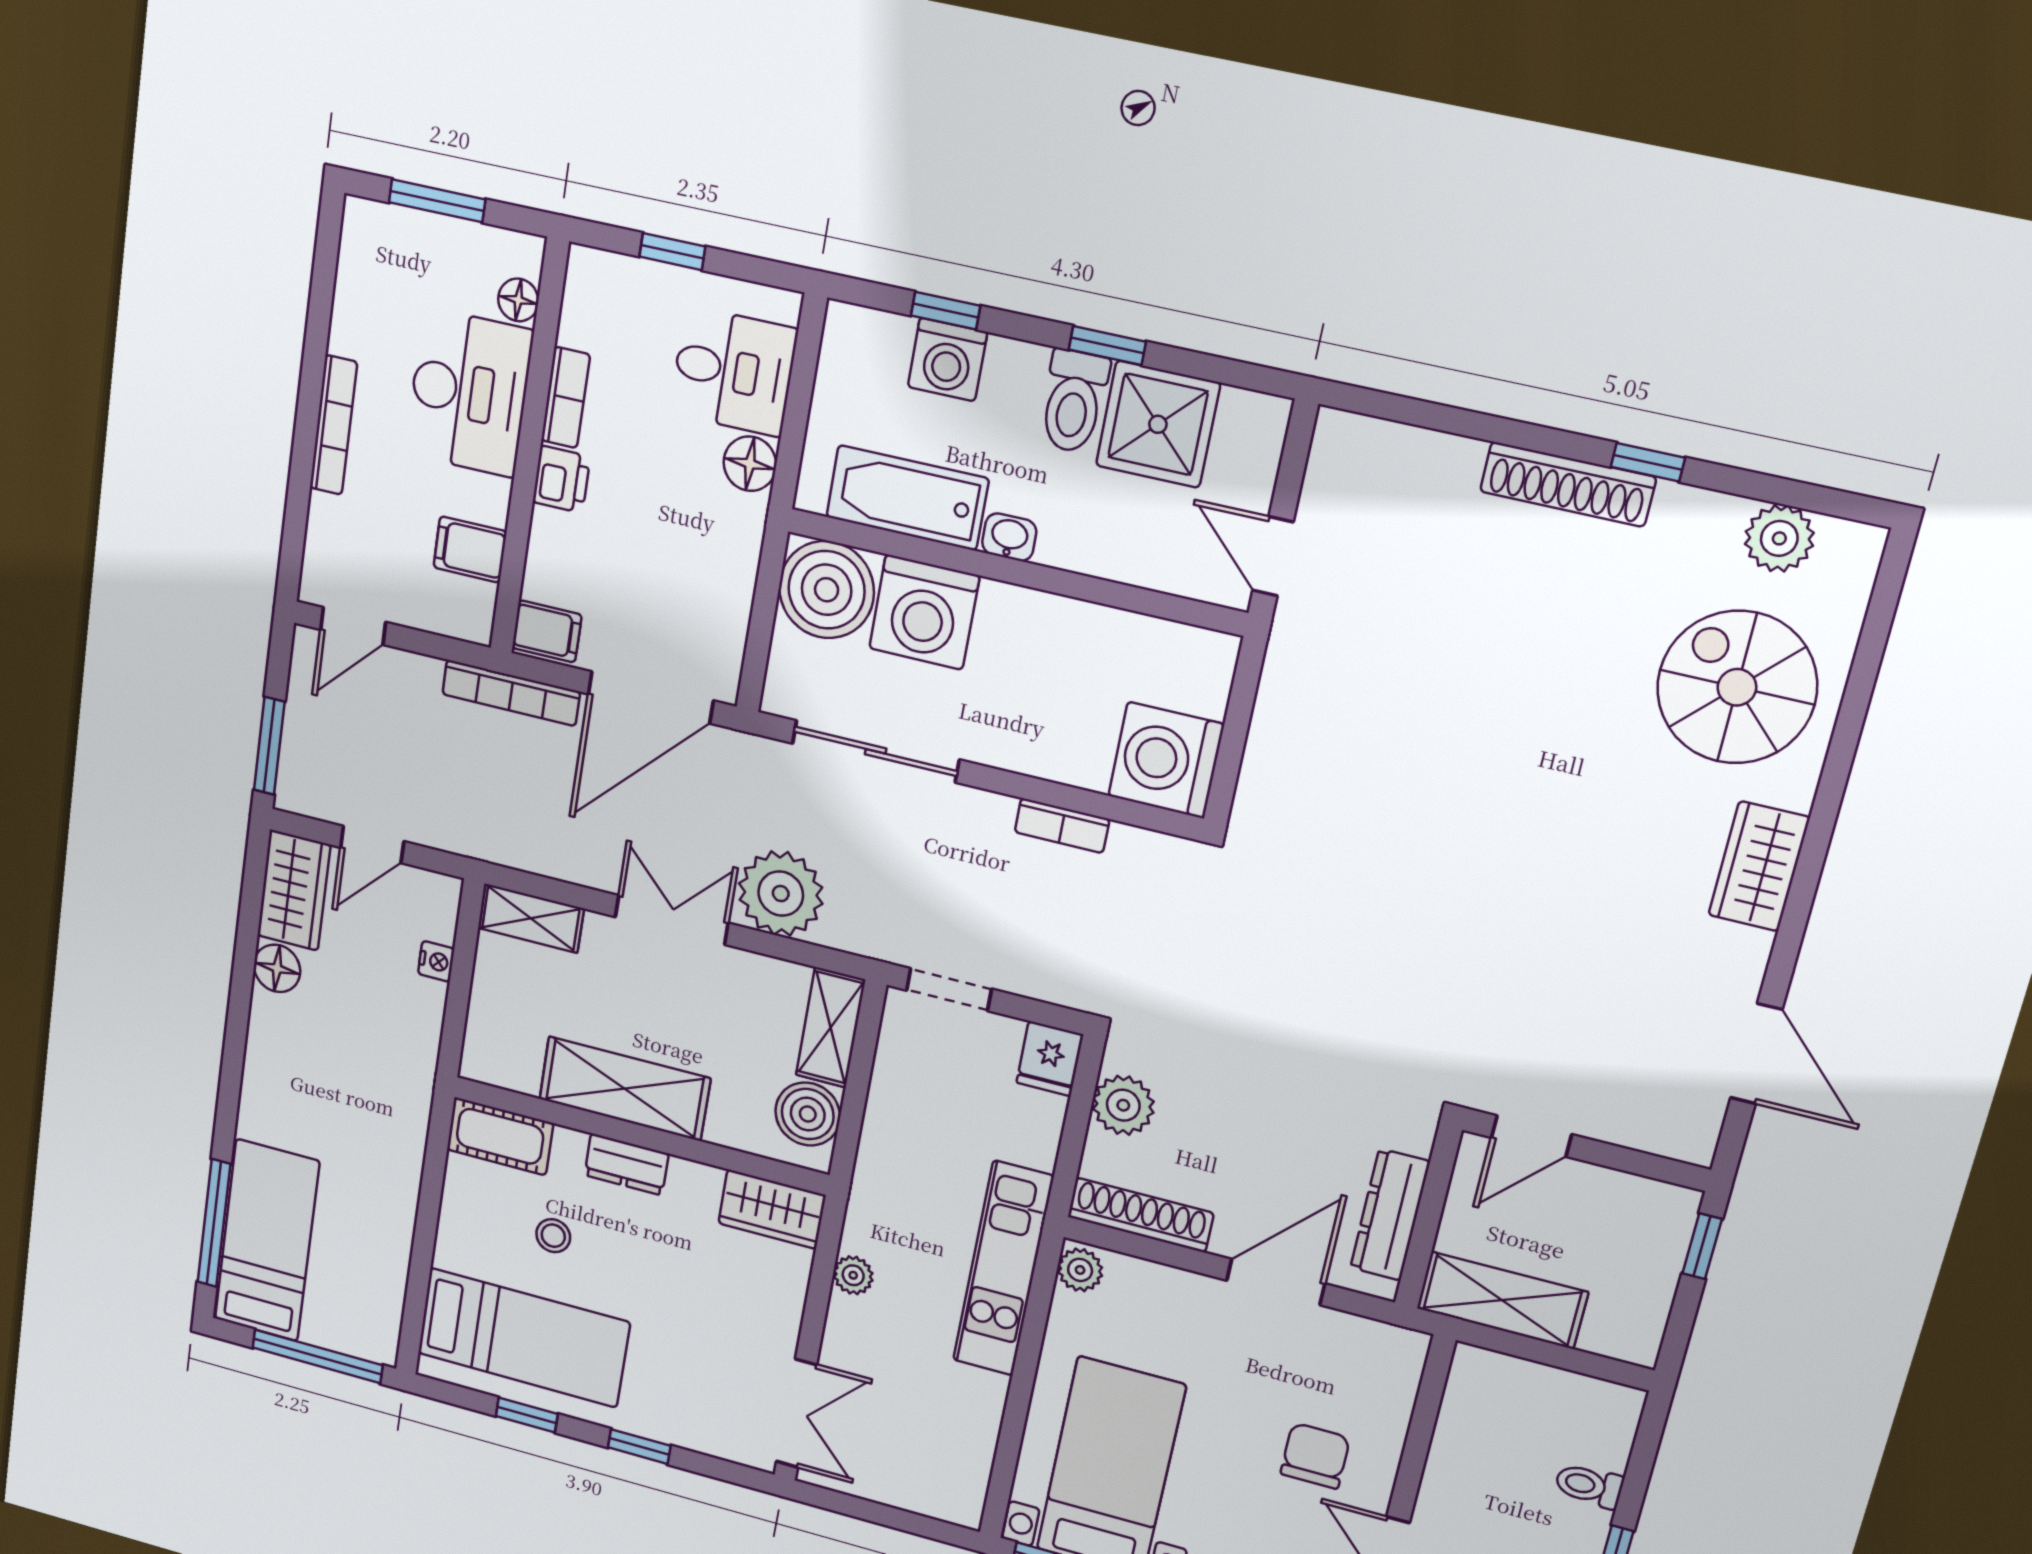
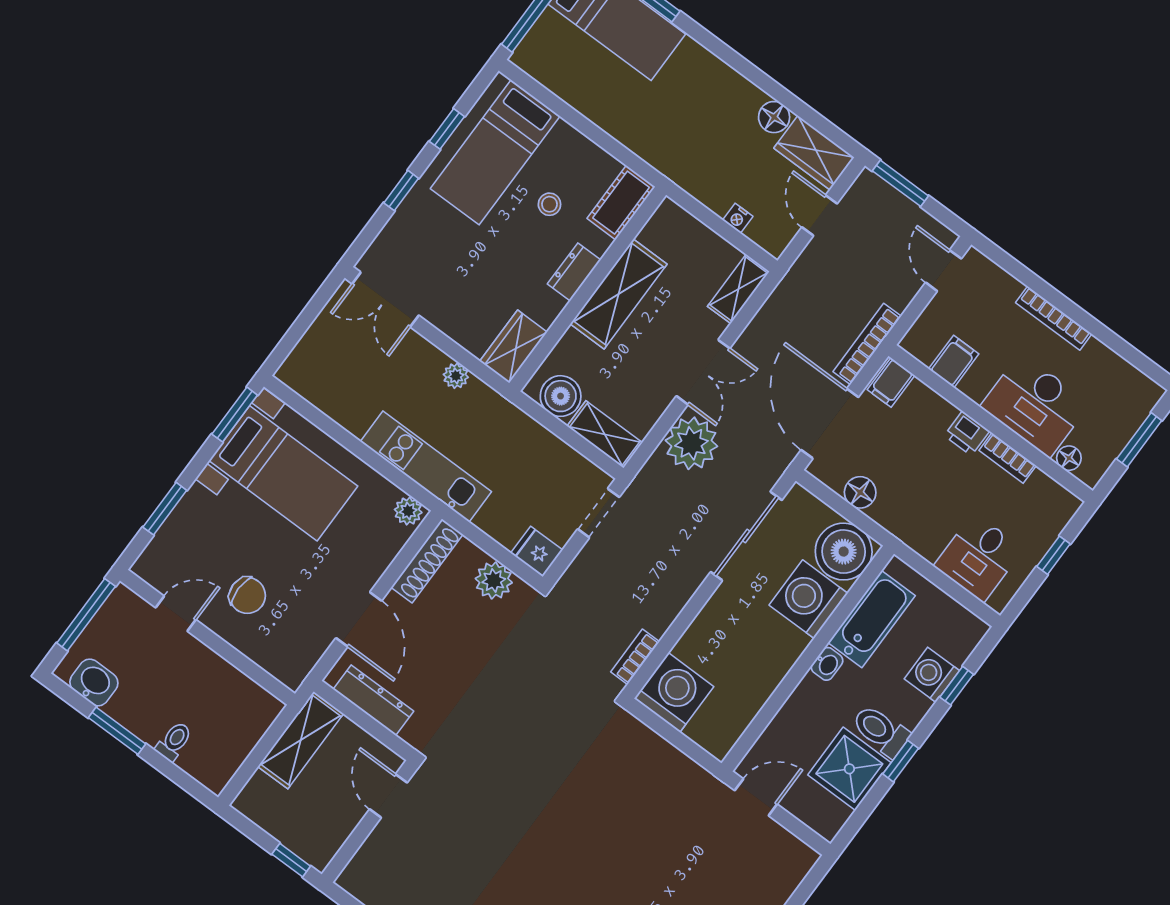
floor lamp: (750, 464) -> (860, 492), moved
bookcase: (1062, 826) -> (635, 657), moved

